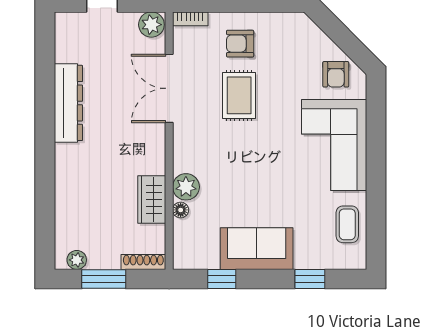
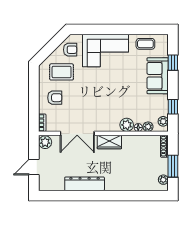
armchair: (240, 44) -> (55, 98), turned -90
rug: (239, 95) -> (62, 72), moved
wardrobe: (152, 200) -> (109, 142), moved
plant: (182, 230) -> (148, 127), added
sofa: (257, 249) -> (158, 76), moved
plant: (193, 260) -> (163, 121), added

